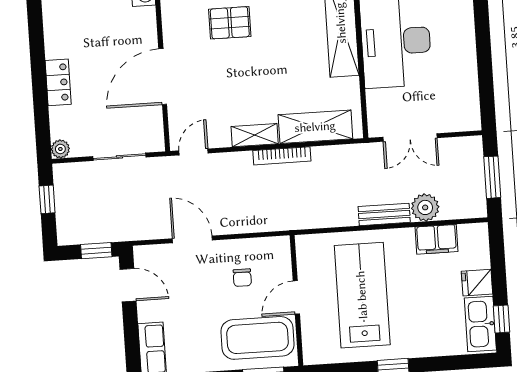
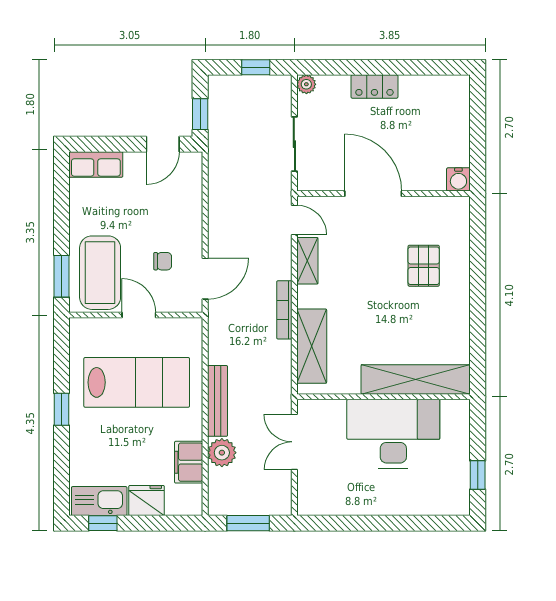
shelving: (255, 135) -> (307, 261), moved
bench: (384, 214) -> (218, 401), width x1.36
door: (192, 239) -> (205, 279), moved
chair: (242, 278) -> (163, 261), turned 180
fridge: (477, 283) -> (147, 500), width x1.38

